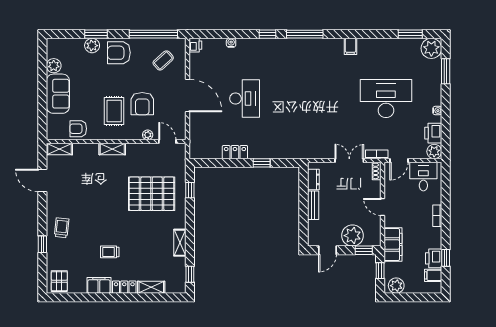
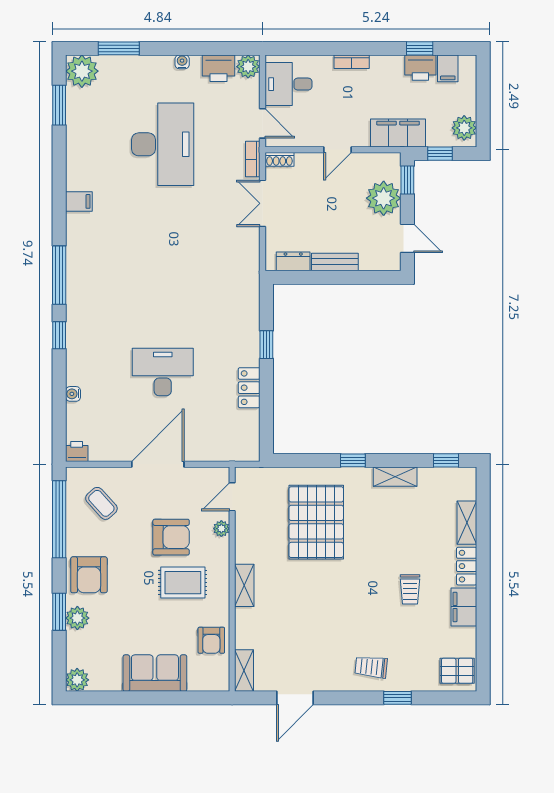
plant: (54, 66) -> (77, 680), moved
desk: (386, 99) -> (163, 144), turned 180
window: (190, 190) -> (353, 460), moved

